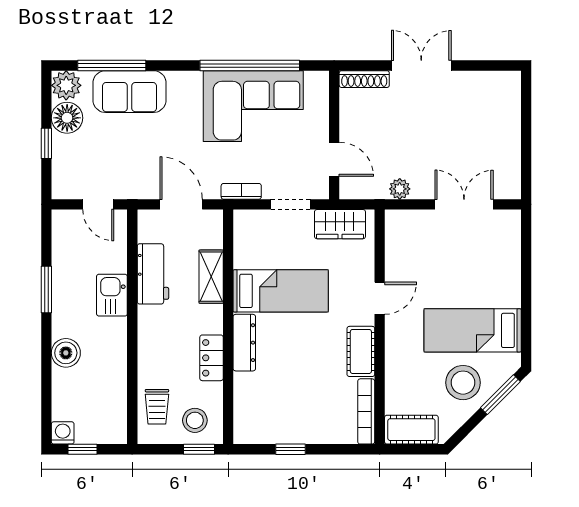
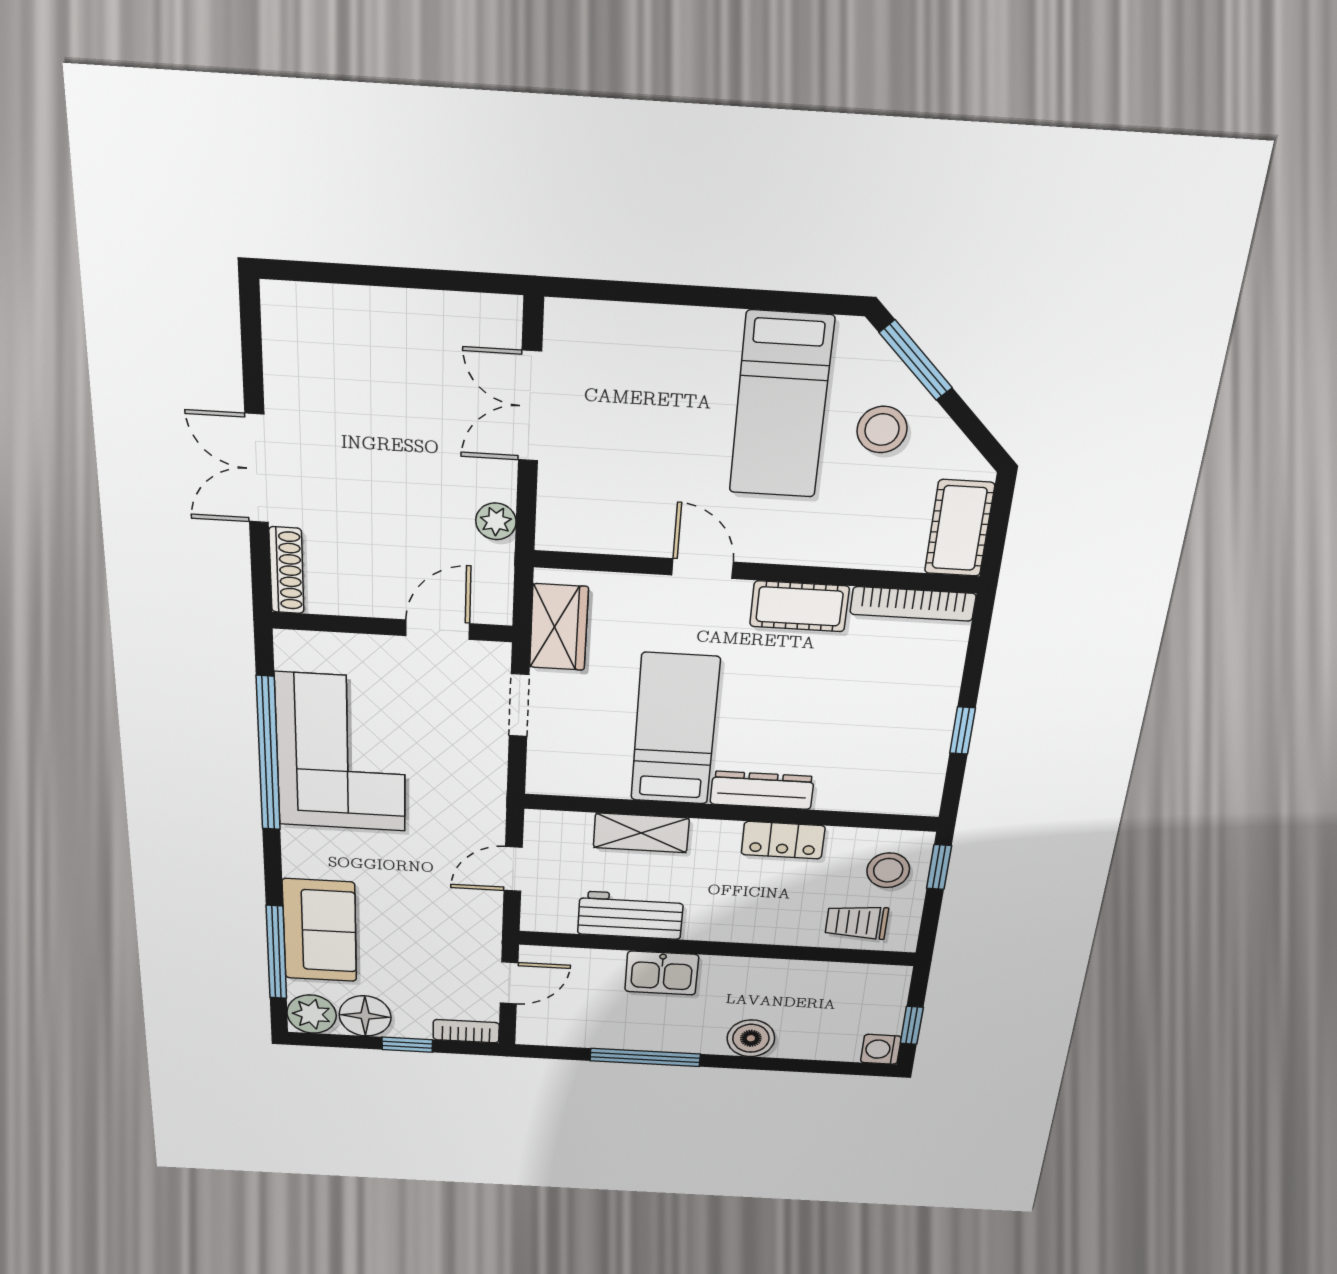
bookcase: (241, 191) -> (466, 1031), moved, turned 90
door: (181, 204) -> (513, 869), width x0.73
window: (46, 289) -> (645, 1057), width x1.44
stool: (463, 383) -> (882, 430), width x0.73, depth x0.73
trolley: (157, 407) -> (857, 922), turned 180

